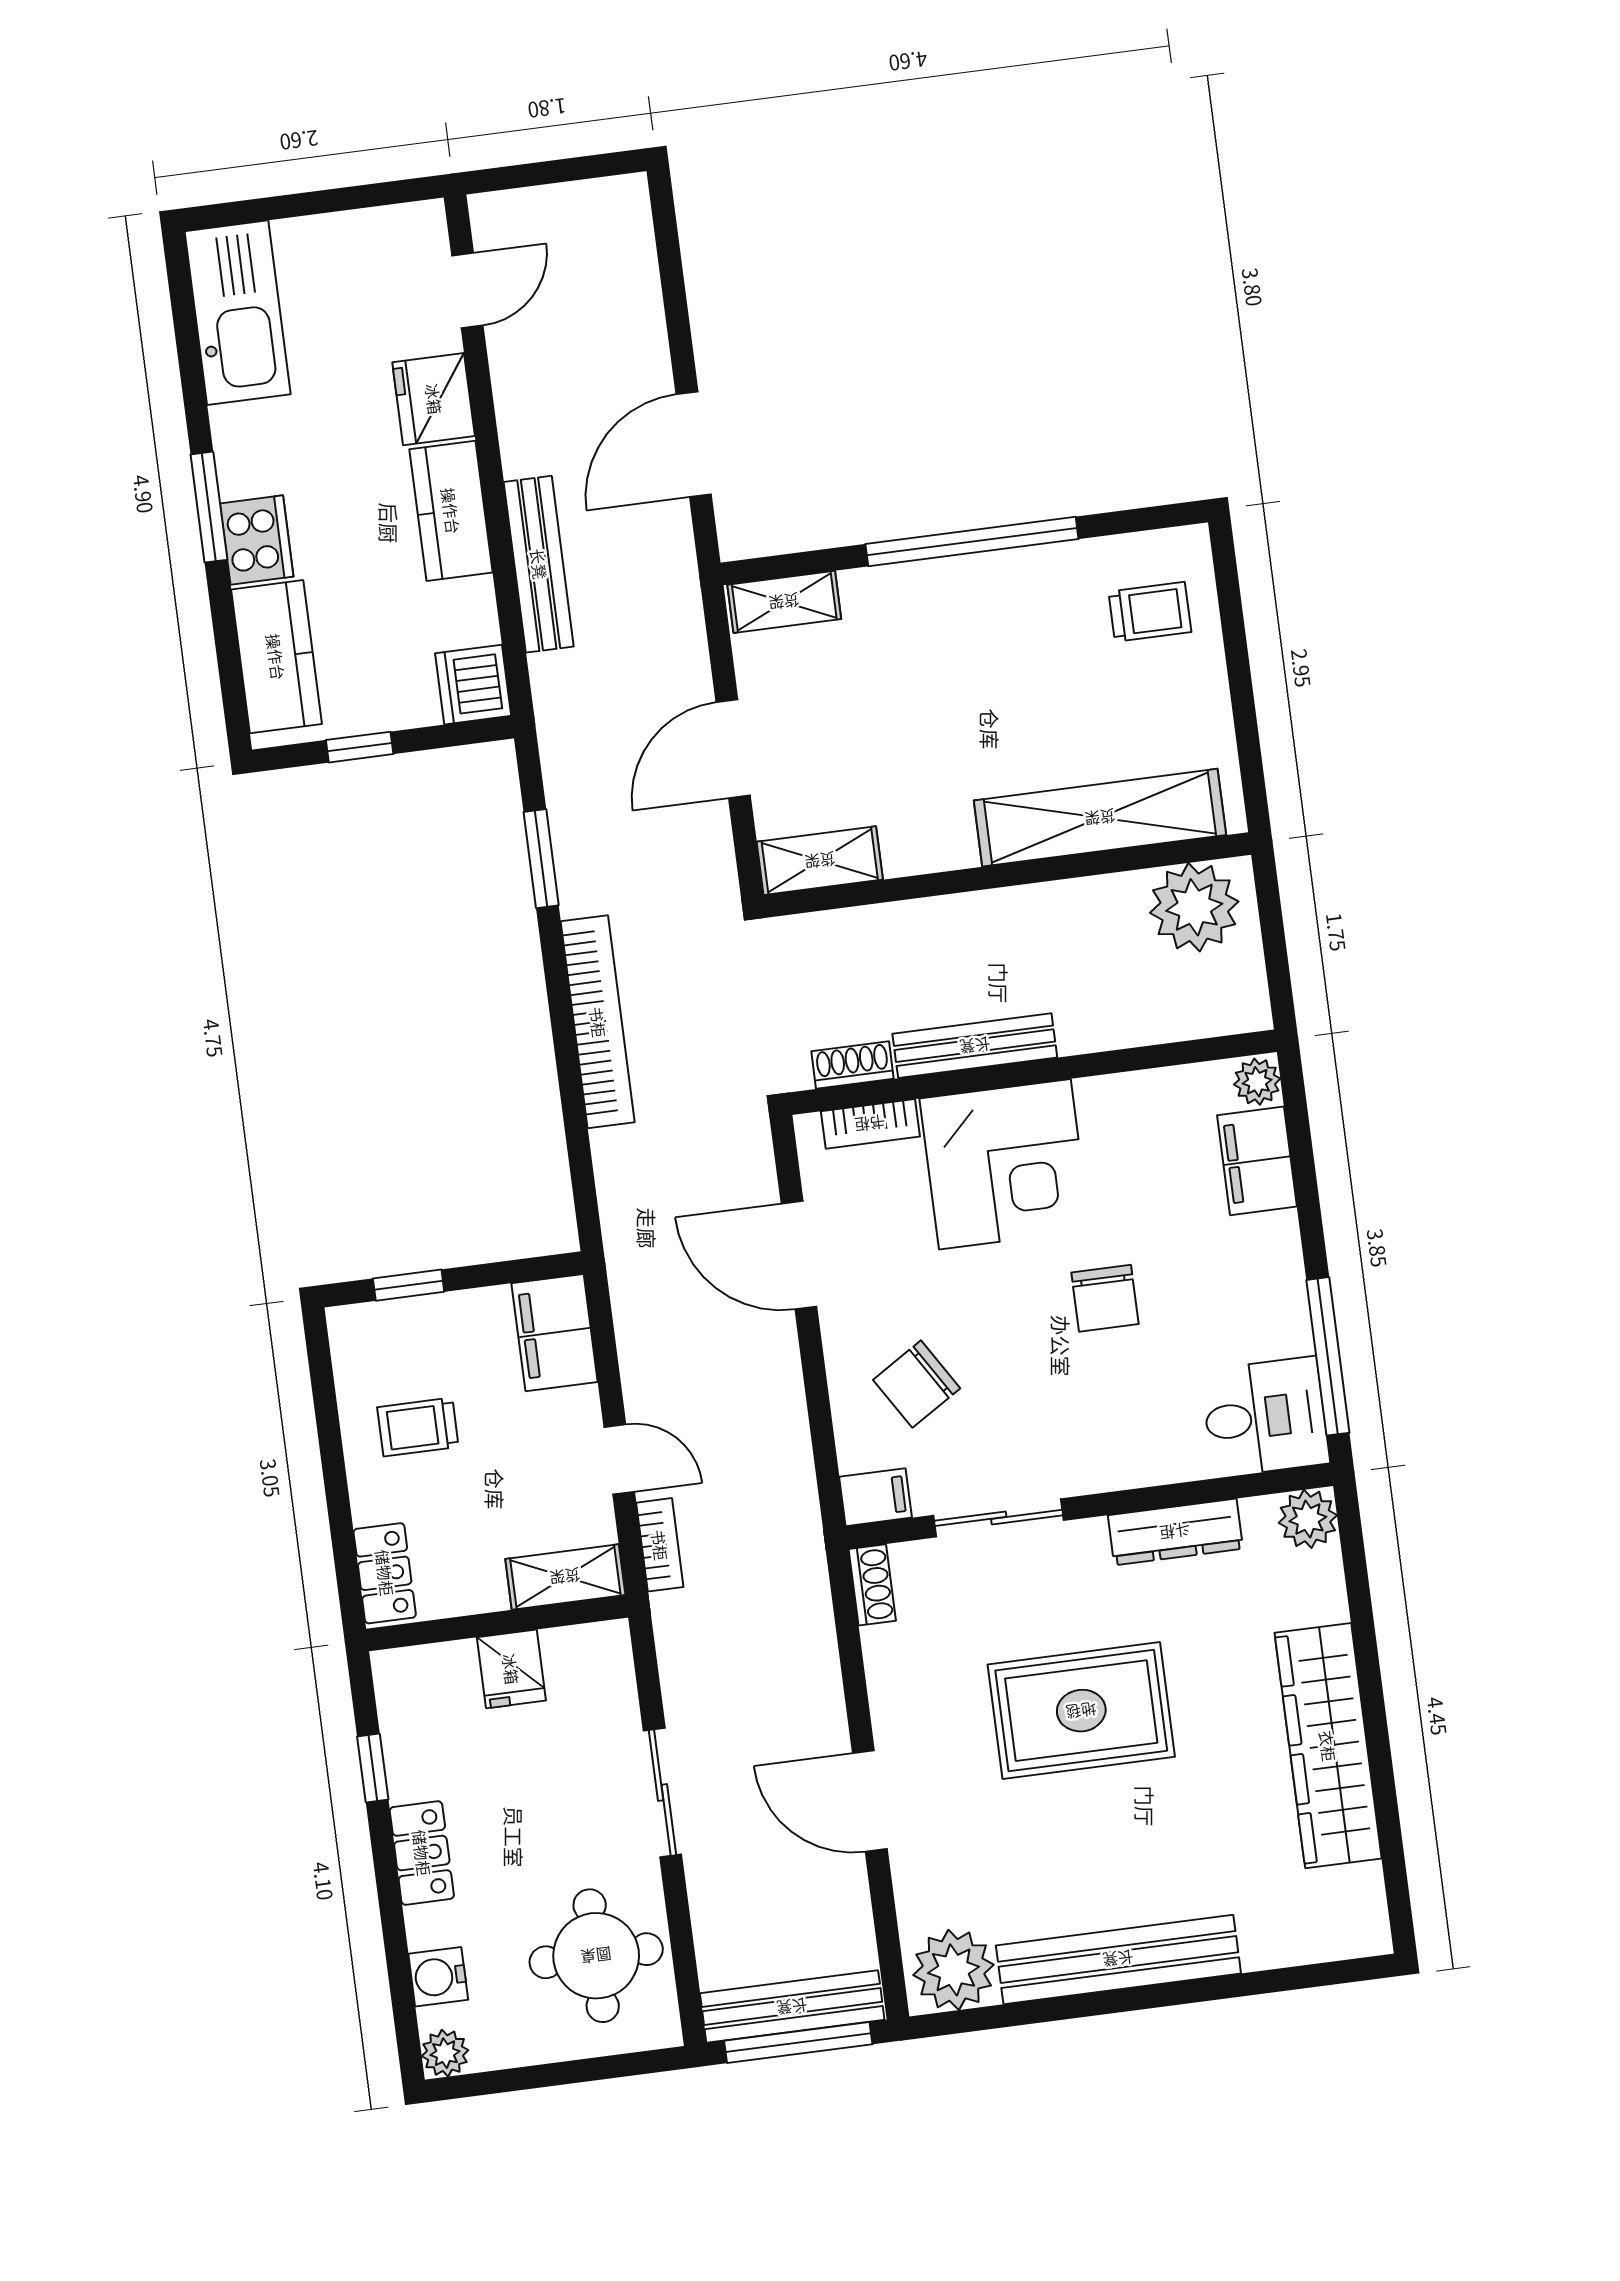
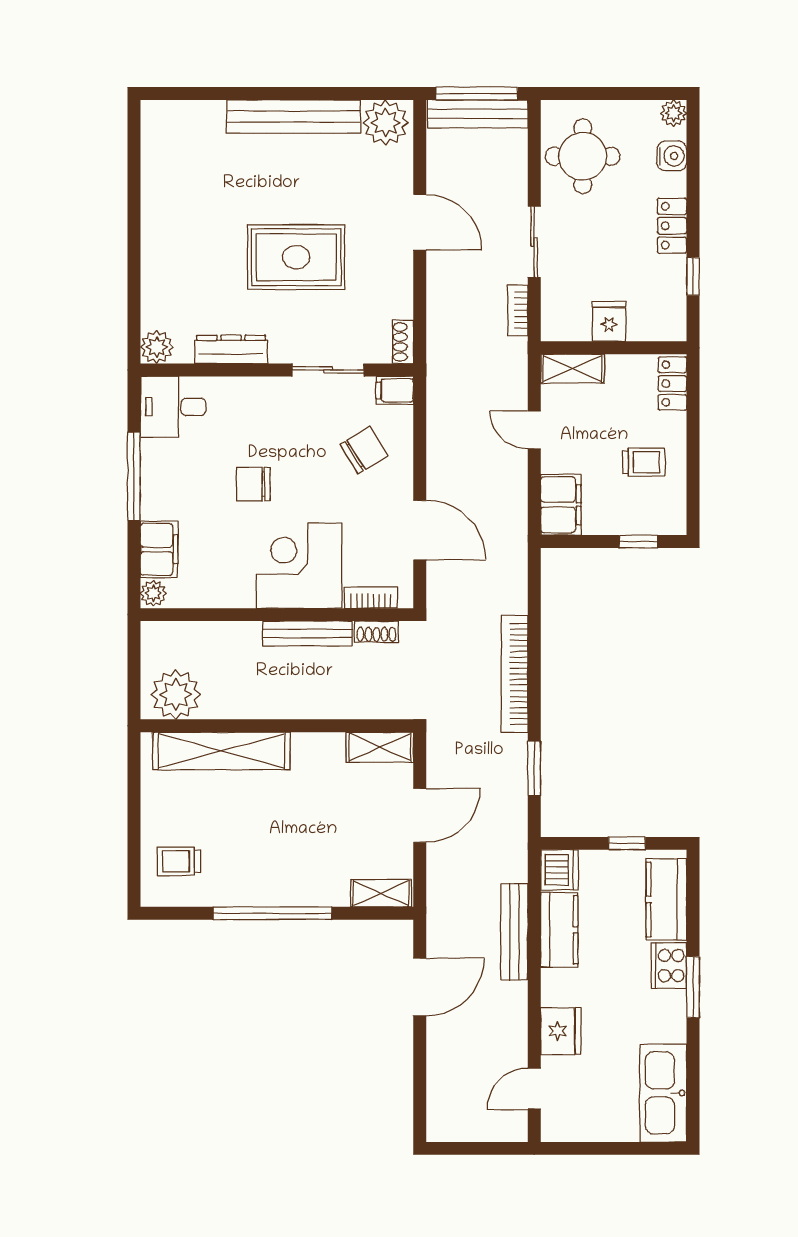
kitchen counter: (451, 511) -> (559, 930), moved
chair: (1105, 1298) -> (253, 484), turned -90
window: (1328, 1356) -> (134, 476), moved
bookcase: (660, 1545) -> (518, 310), moved
wardrobe: (1328, 1746) -> (162, 220), removed

